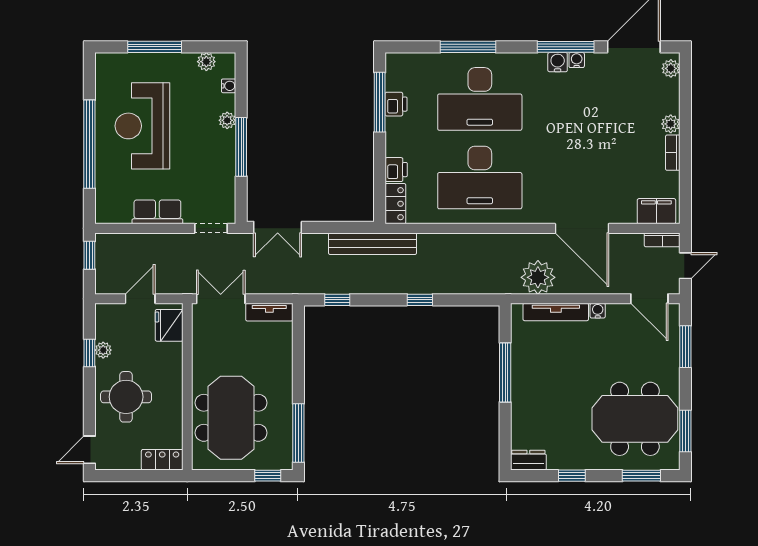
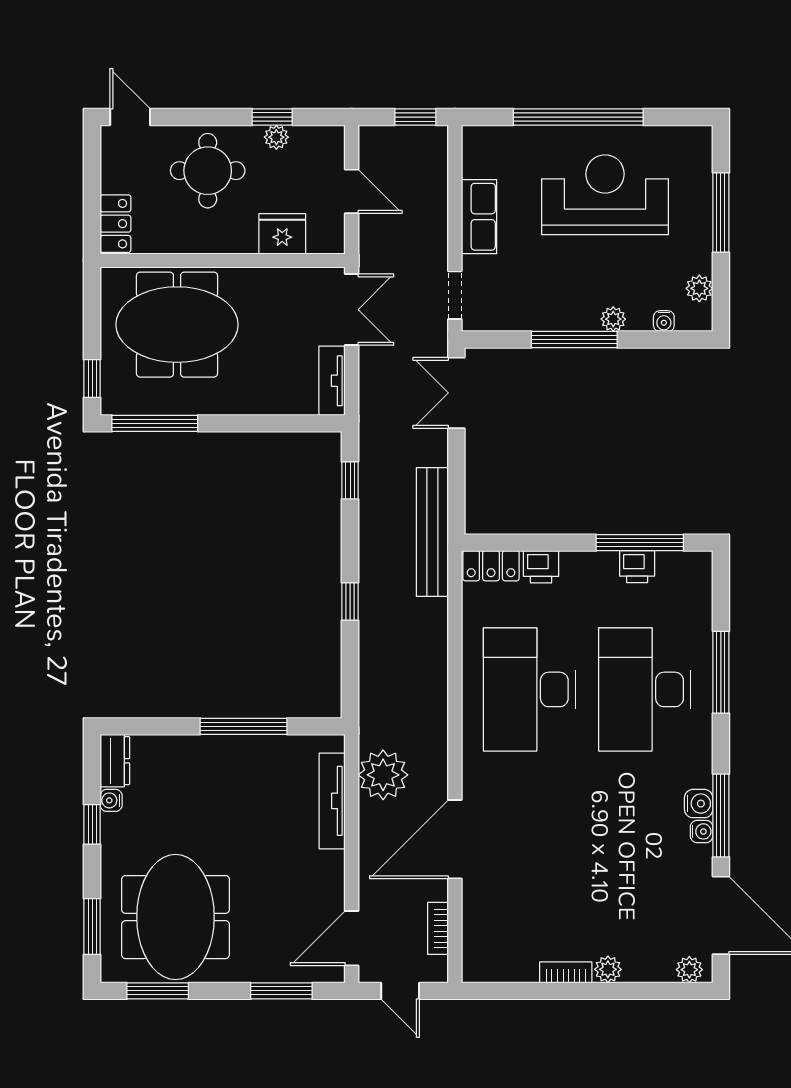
filing cabinet: (656, 211) -> (480, 948), removed
bookcase: (662, 240) -> (438, 928), moved
water cooler: (598, 311) -> (111, 800), moved, turned 180
fridge: (169, 325) -> (282, 234), moved

